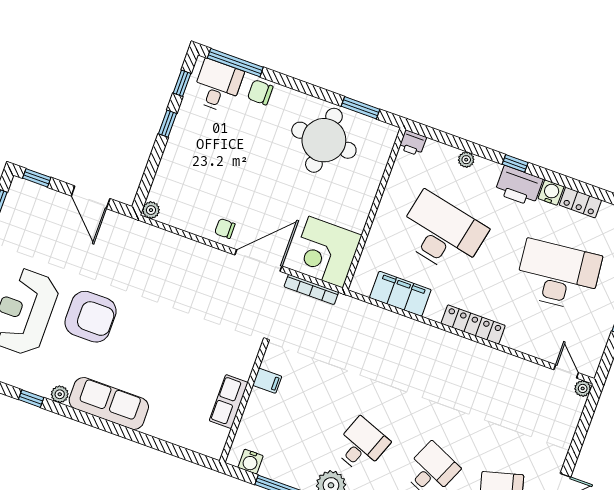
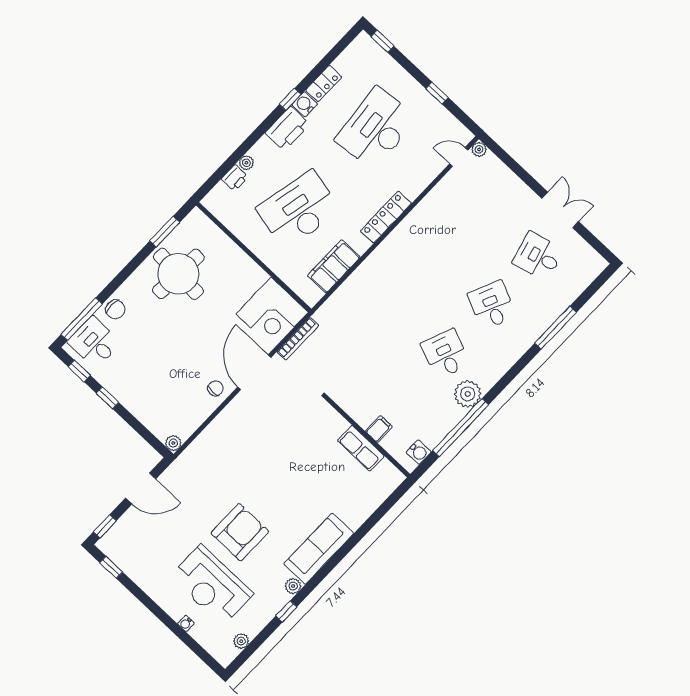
chair: (260, 92) -> (115, 309), turned -90
printer: (413, 143) -> (235, 178), moved
window: (515, 163) -> (290, 99), moved
chair: (225, 229) -> (216, 388), turned 180
filing cabinet: (267, 381) -> (379, 429), moved

